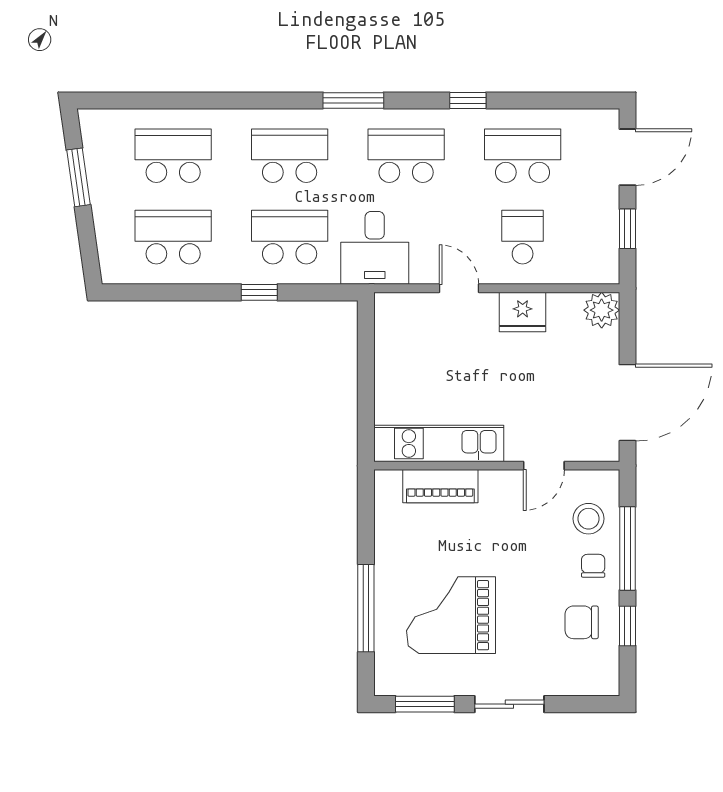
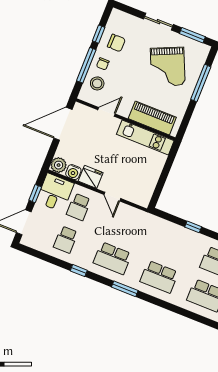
school desk: (523, 156) -> (66, 240), width x0.54
school desk: (290, 237) -> (172, 244), removed
desk: (375, 248) -> (55, 193), moved
water cooler: (564, 308) -> (73, 172), added
piano: (440, 486) -> (152, 118), width x1.37, depth x1.33
grand piano: (451, 615) -> (168, 67), turned 66

